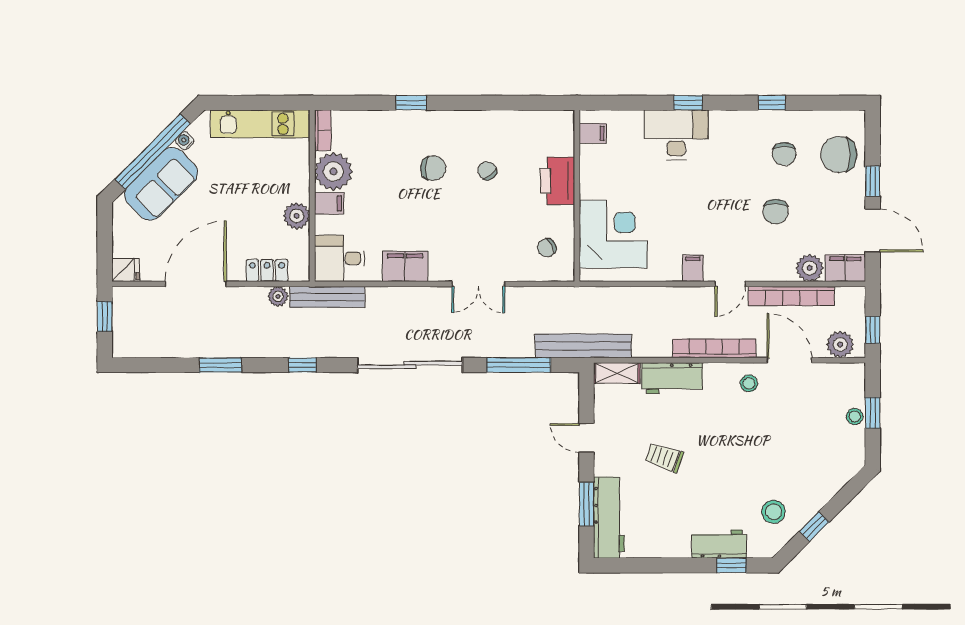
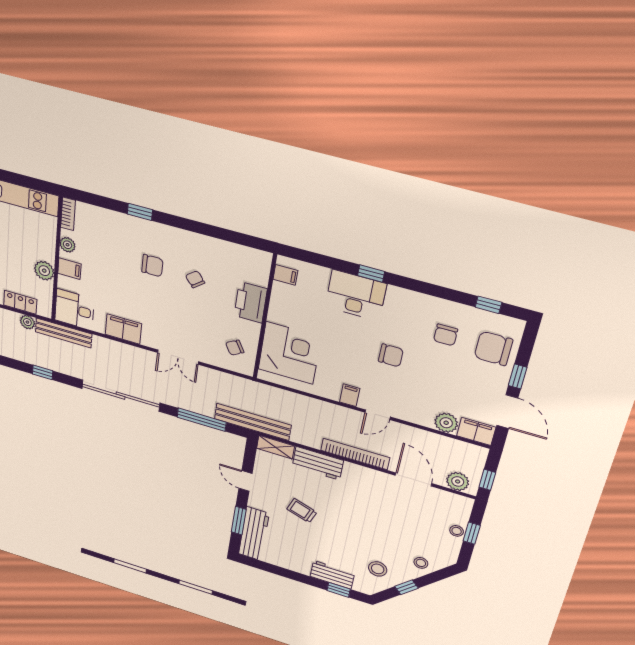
window: (772, 103) -> (488, 305), moved
plant: (333, 172) -> (67, 245), width x0.53, depth x0.53
chair: (776, 212) -> (391, 355), moved, turned -90
bookcase: (791, 296) -> (426, 437), removed
stool: (749, 383) -> (421, 563), moved

